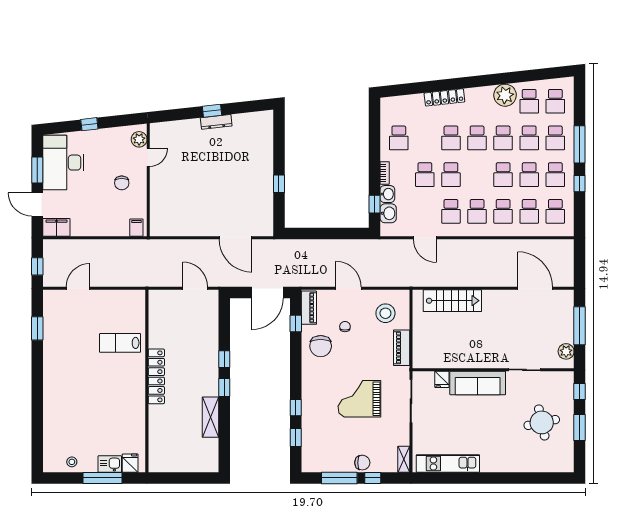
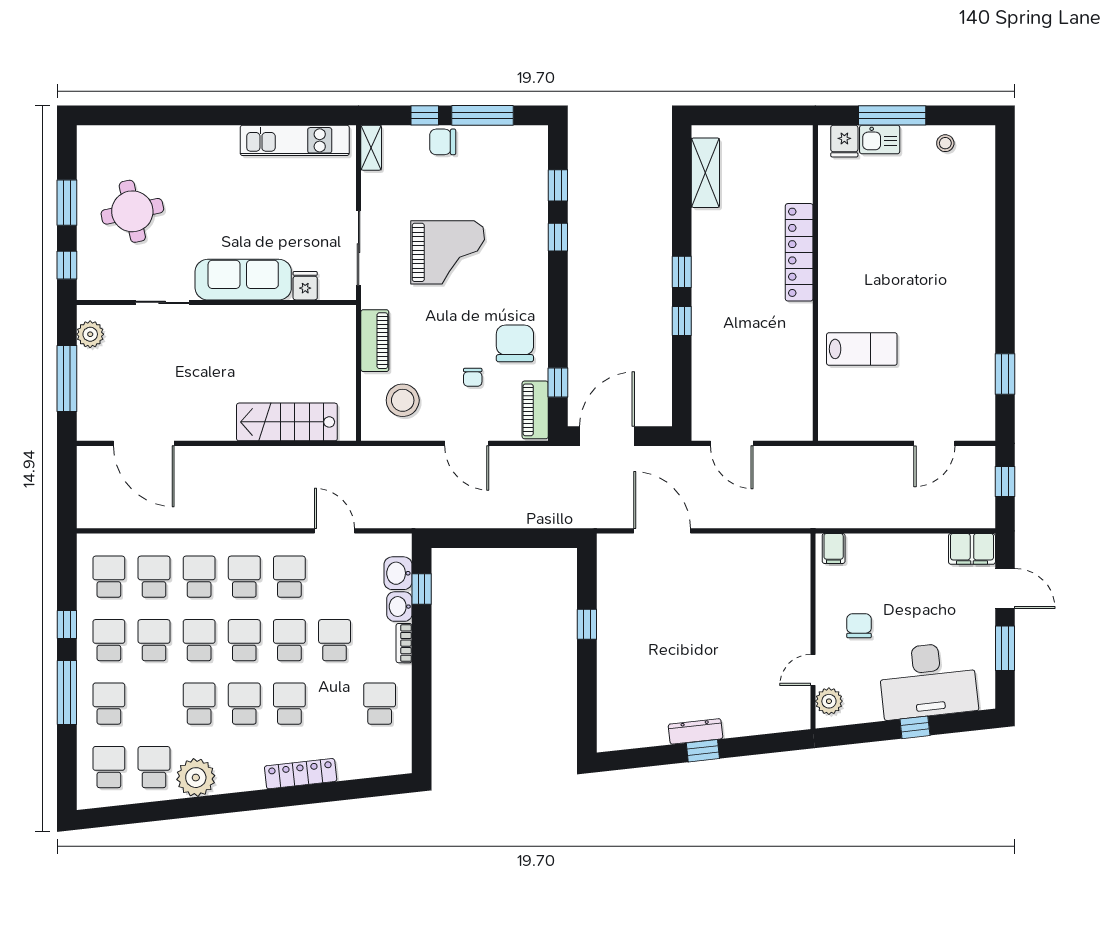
school desk: (529, 138) -> (244, 640), moved
desk: (63, 163) -> (928, 680), moved, turned 84
locker: (156, 376) -> (799, 252), moved
shelving: (210, 417) -> (705, 173), moved

